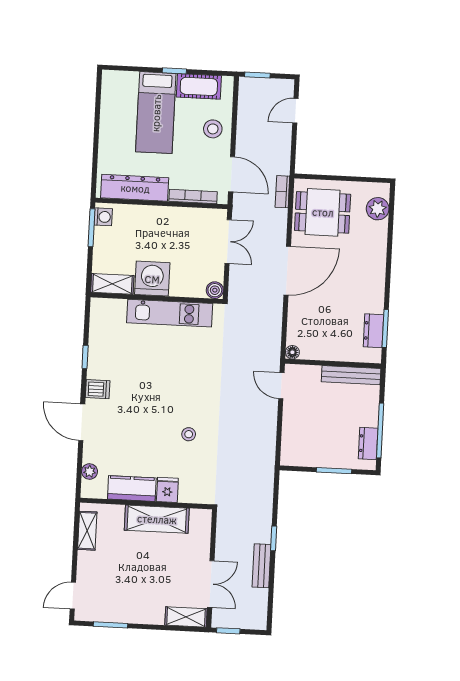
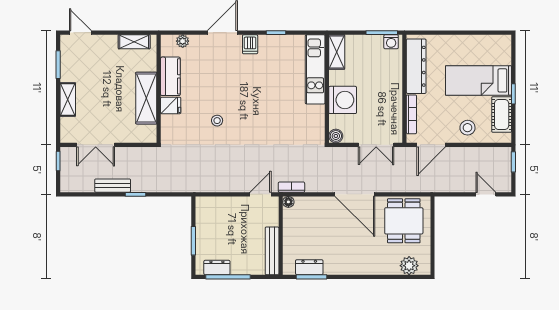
bookcase: (282, 192) -> (291, 187), moved
washing machine: (152, 279) -> (343, 100), moved
kitchen unit: (170, 313) -> (315, 69), moved
shelving: (186, 617) -> (68, 99), moved

